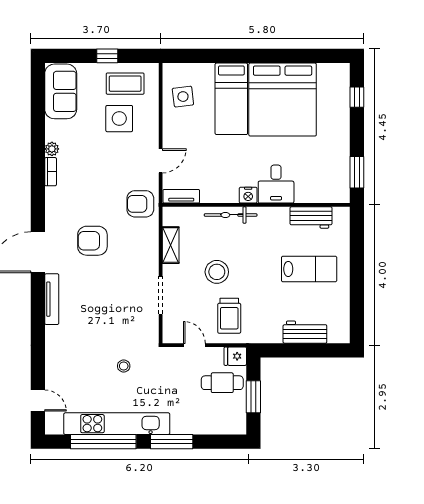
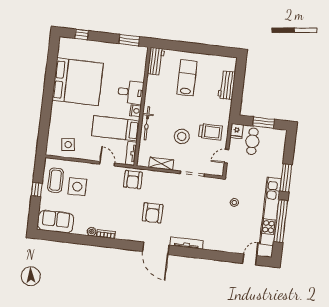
bed: (231, 99) -> (116, 128), moved, turned 180
workbench: (311, 217) -> (156, 61), moved

